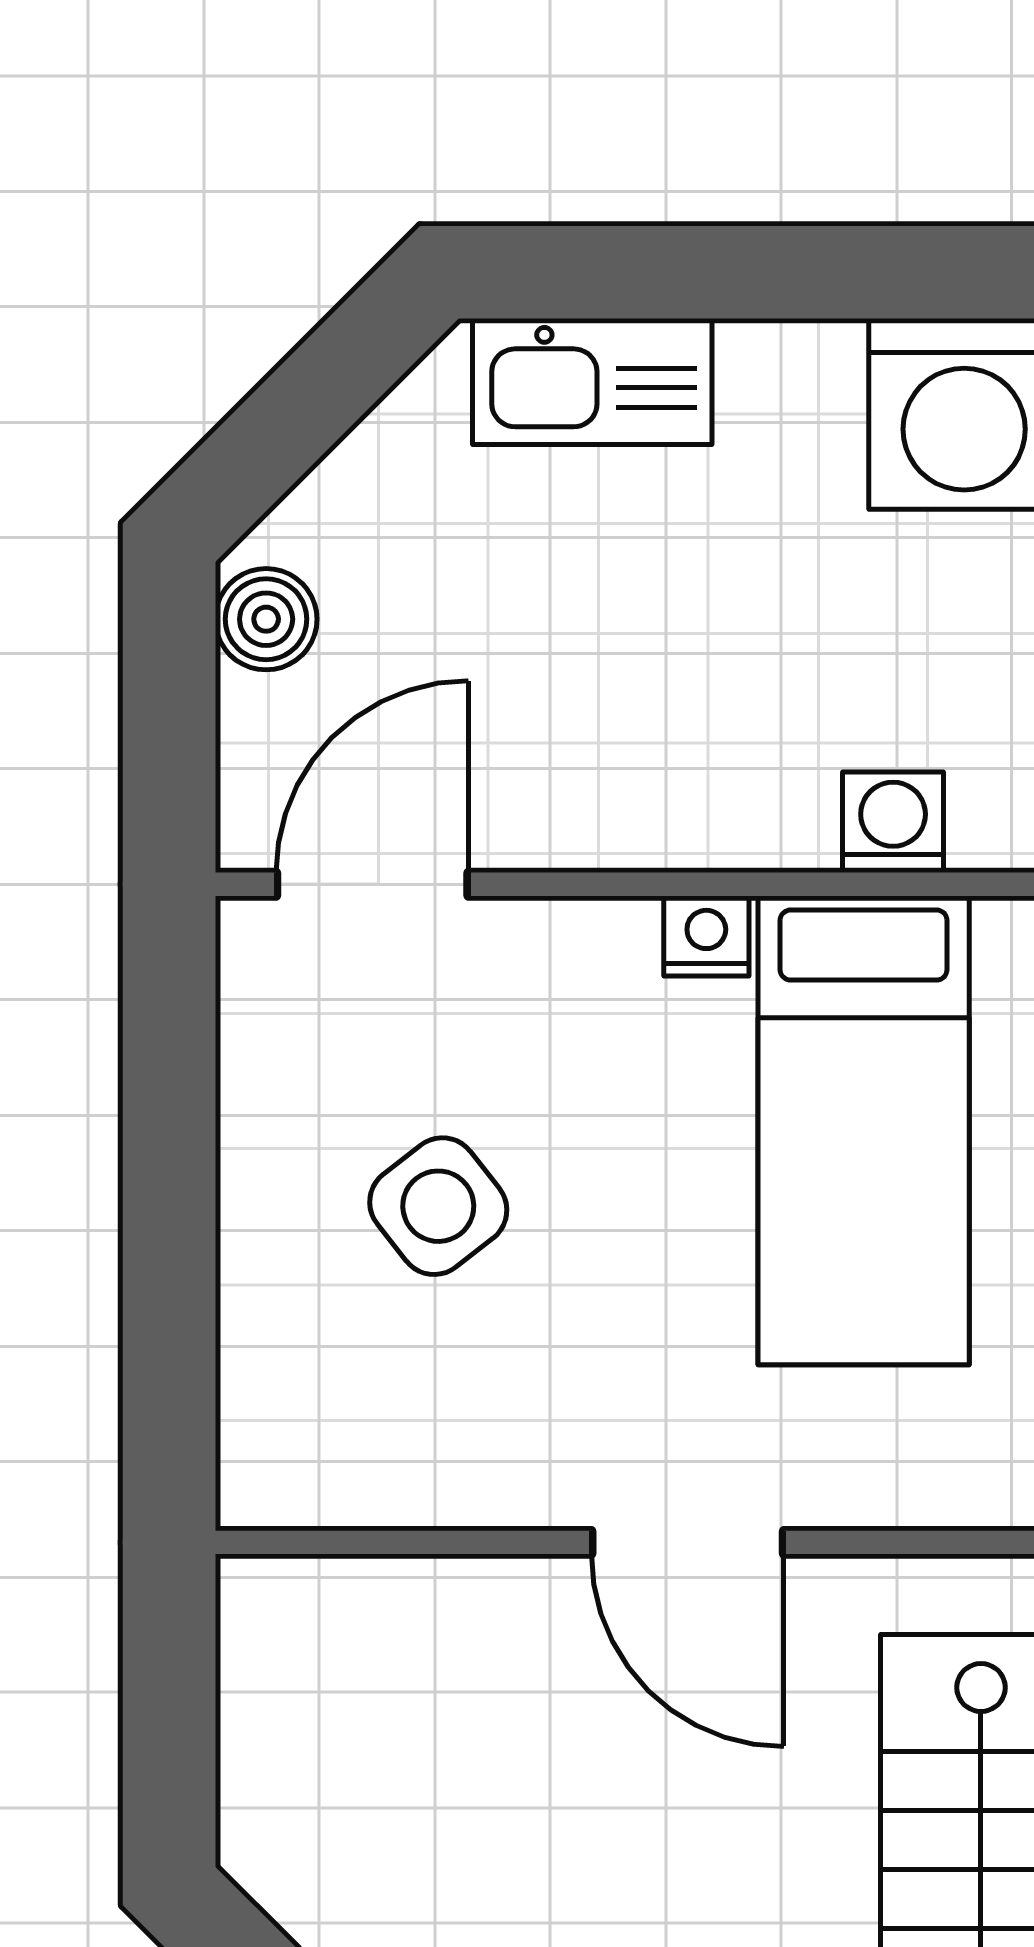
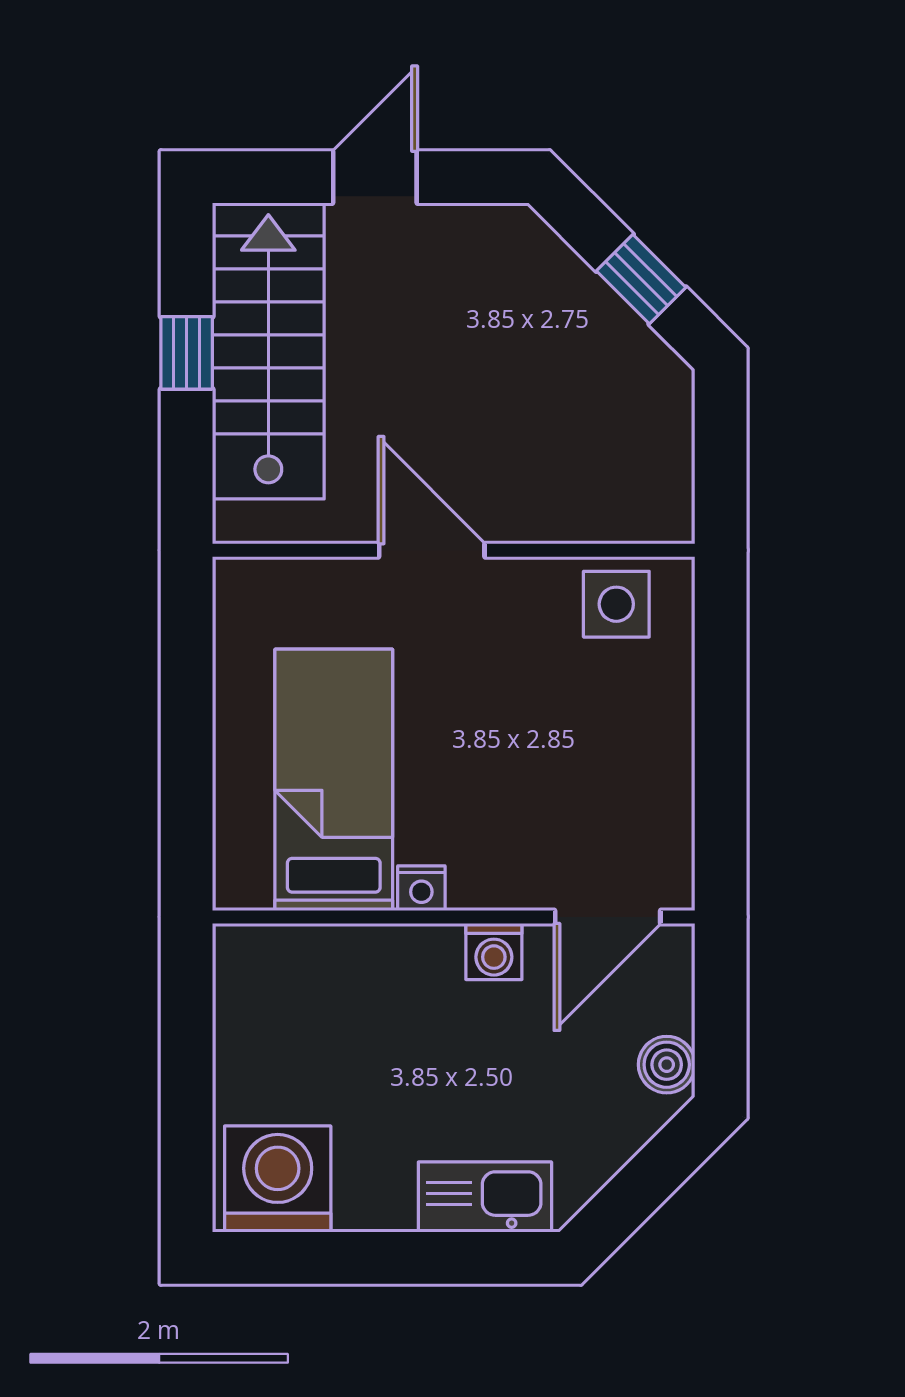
washing machine: (893, 822) -> (494, 951), moved
side table: (438, 1206) -> (616, 604), moved, turned 38

